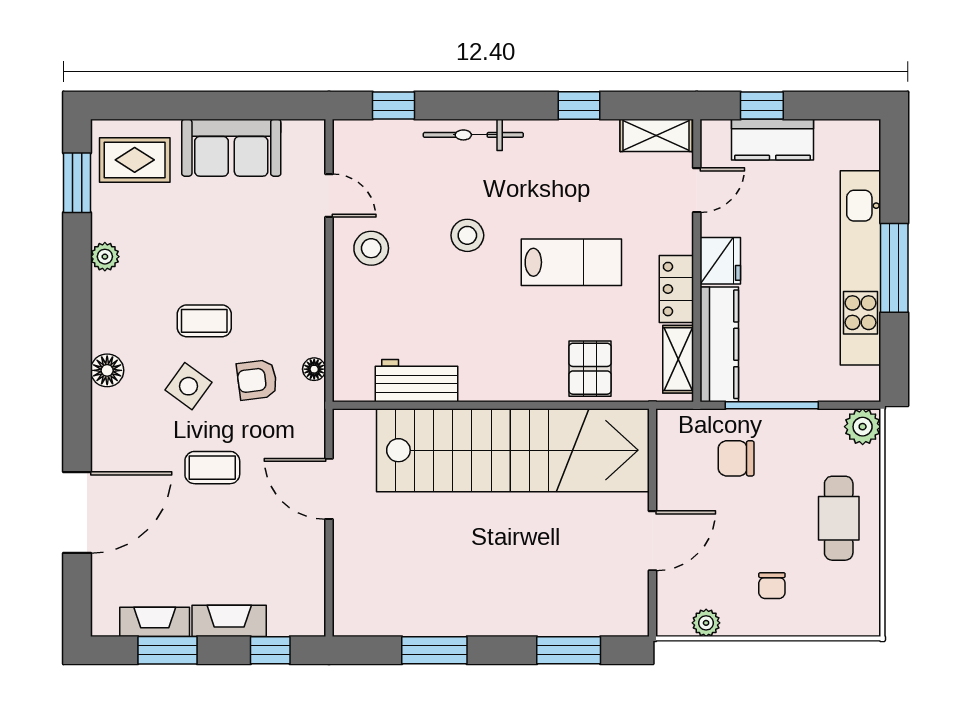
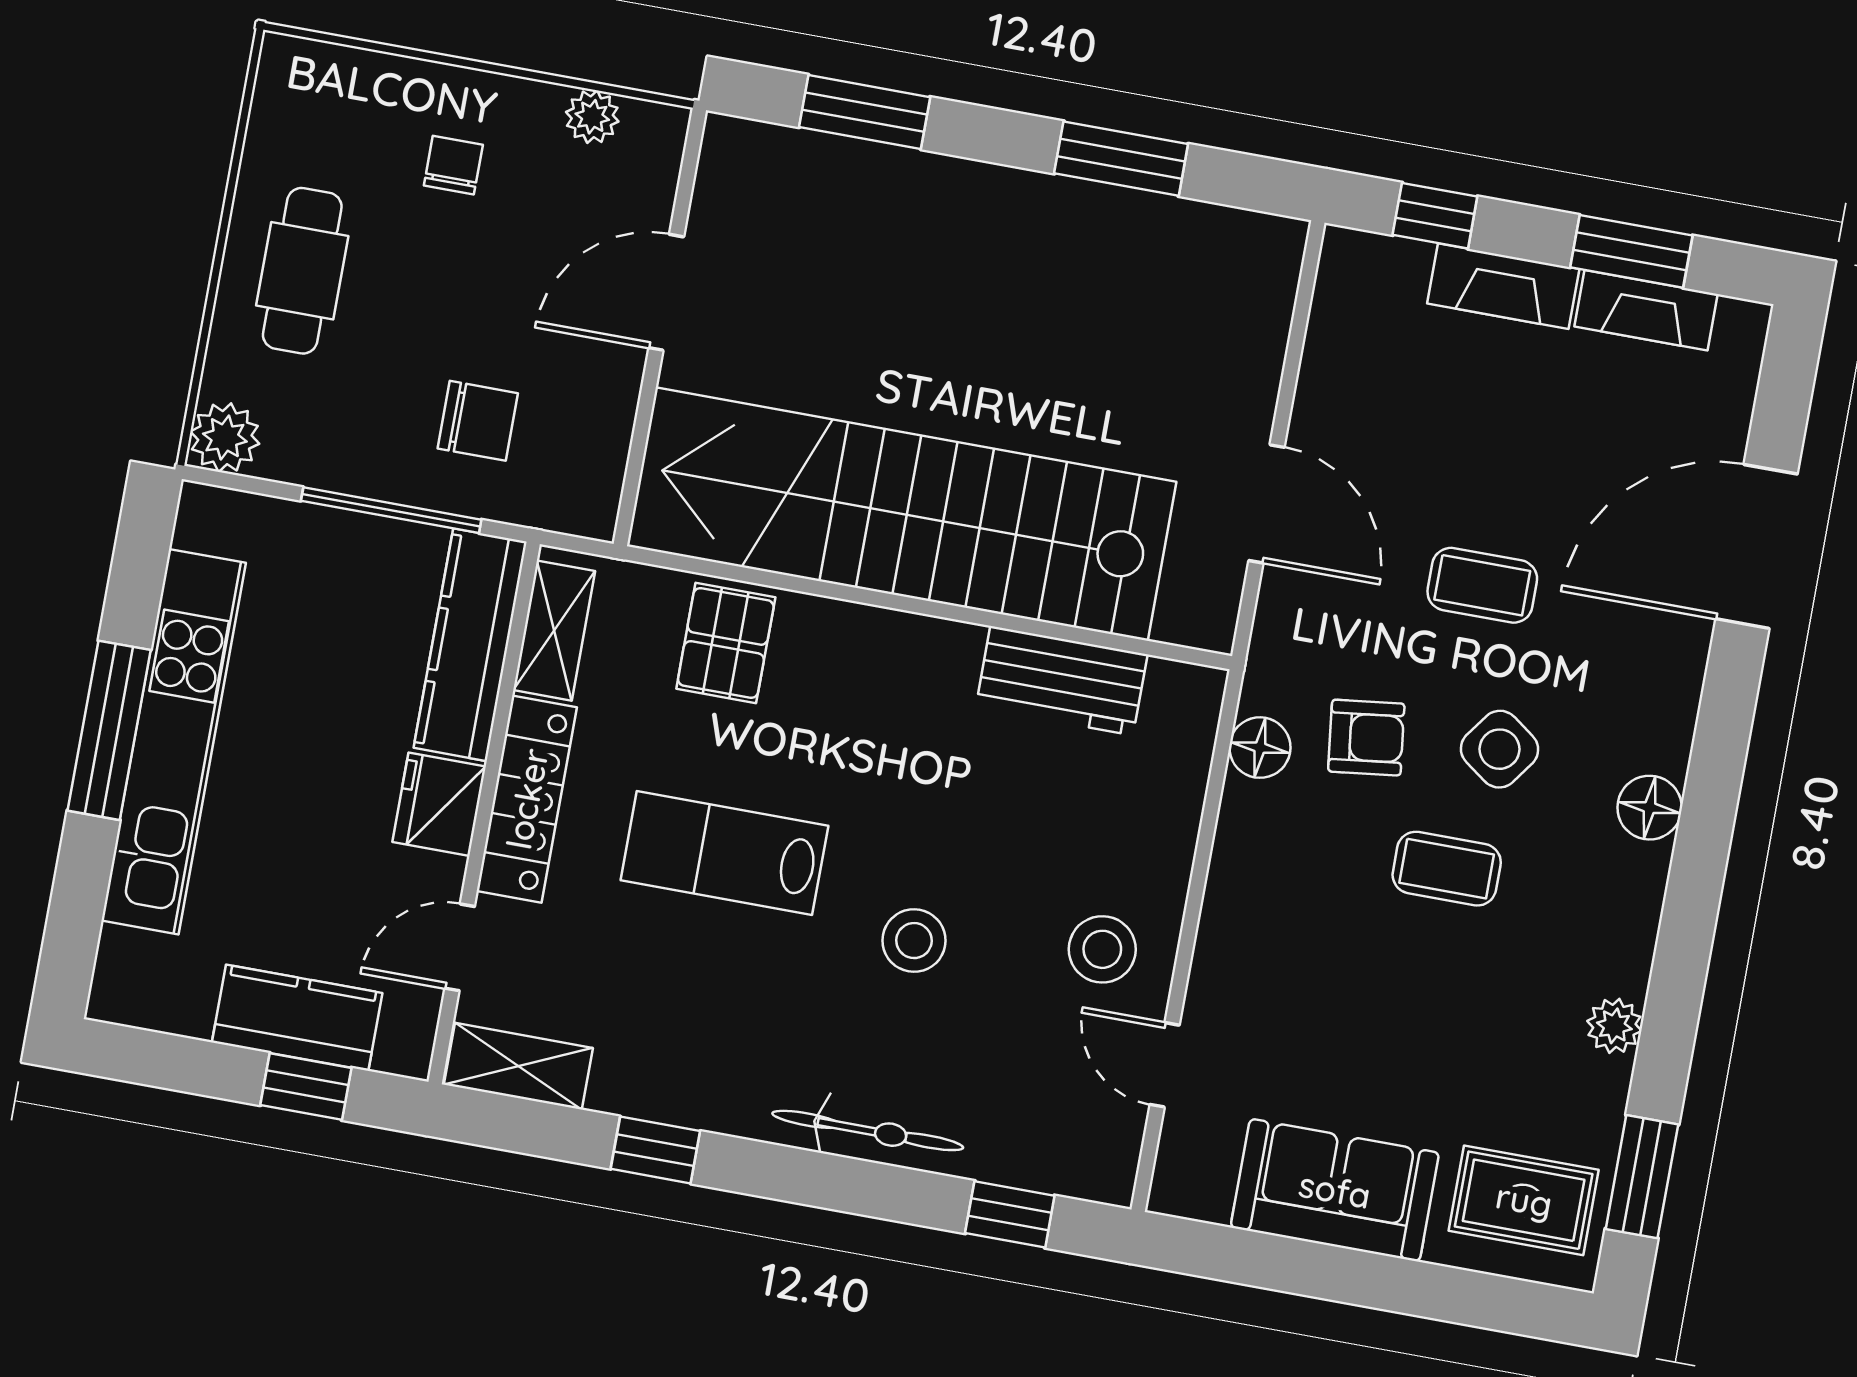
locker: (676, 289) -> (527, 799), width x1.53
floor lamp: (314, 369) -> (1260, 748), width x1.37, depth x1.37

